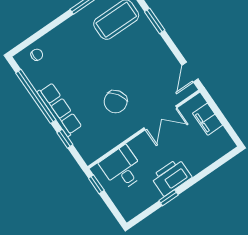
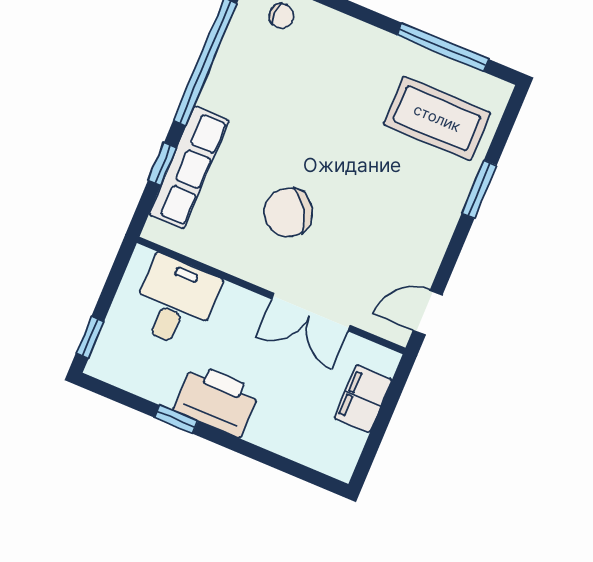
row of seats: (59, 110) -> (189, 168), moved
window: (96, 184) -> (90, 337), moved

